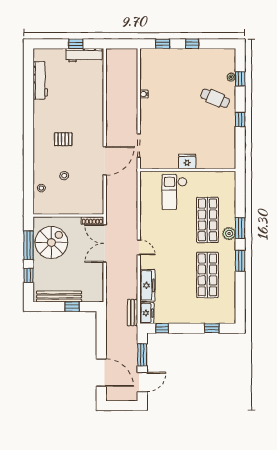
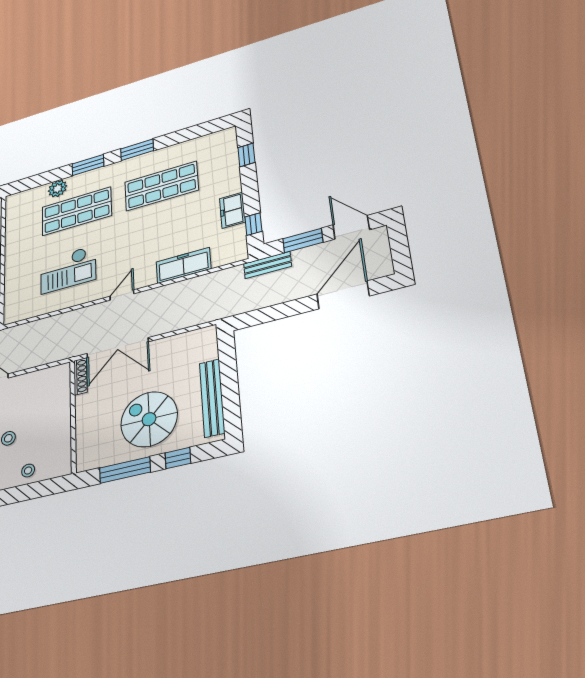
checkout: (174, 192) -> (68, 270), moved
plant: (229, 234) -> (57, 189), moved
spiral stairs: (51, 242) -> (149, 419), moved
window: (72, 307) -> (228, 372), removed
bench: (133, 313) -> (267, 265), moved
freezer: (147, 313) -> (232, 210), moved, turned -90

